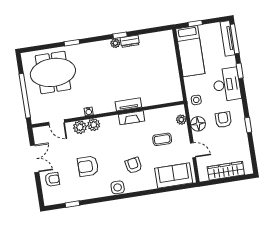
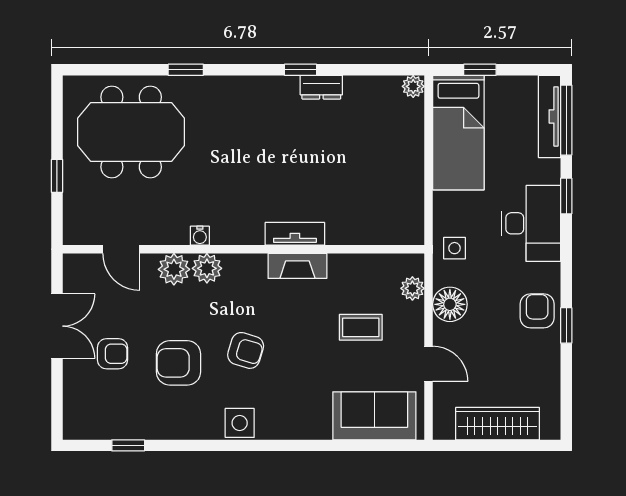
plant: (115, 43) -> (413, 86), moved
window: (25, 96) -> (57, 176), width x0.32
armchair: (223, 120) -> (537, 311), moved
armchair: (133, 165) -> (246, 350), moved, turned 117
armchair: (52, 179) -> (113, 354), moved

